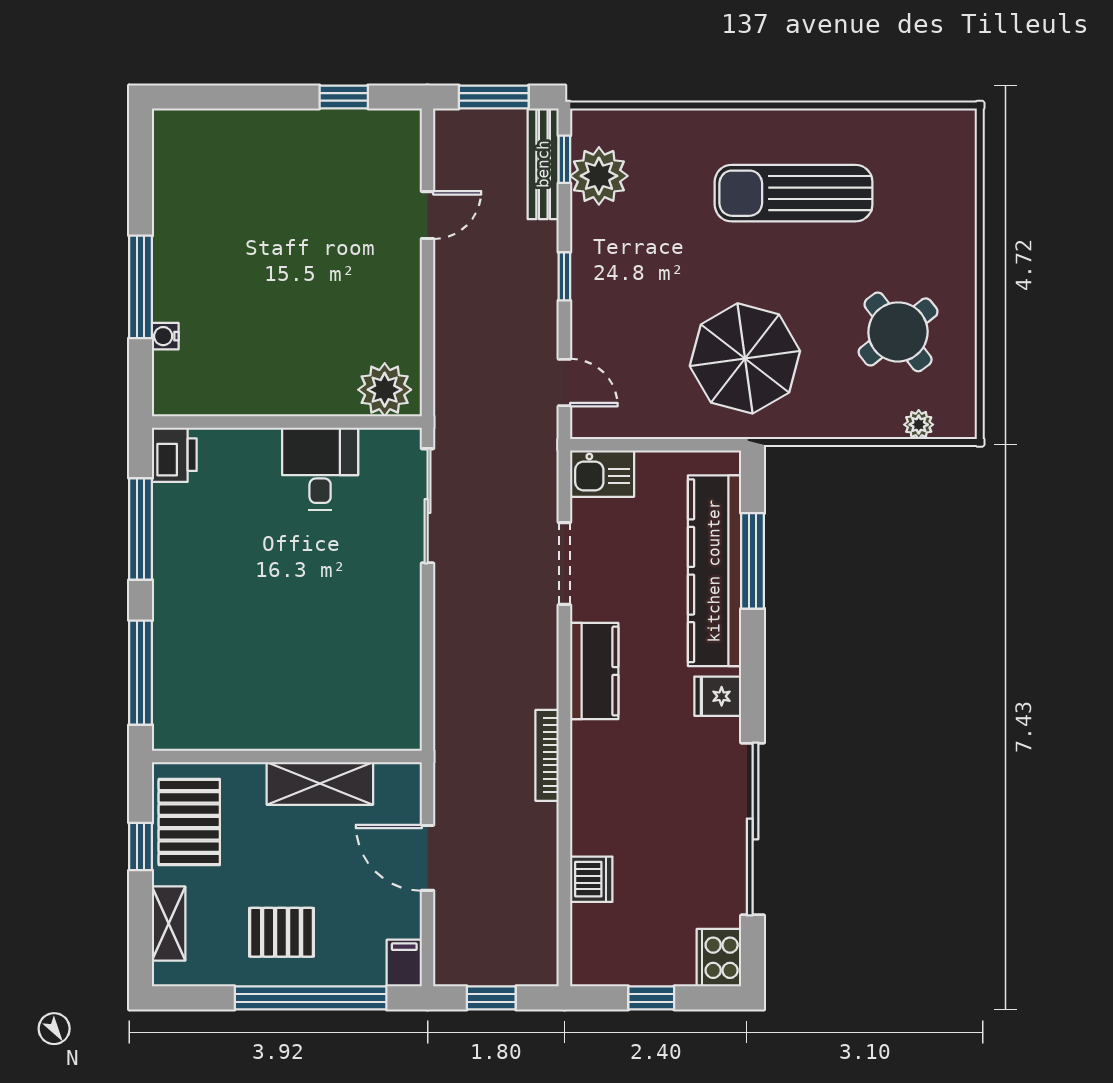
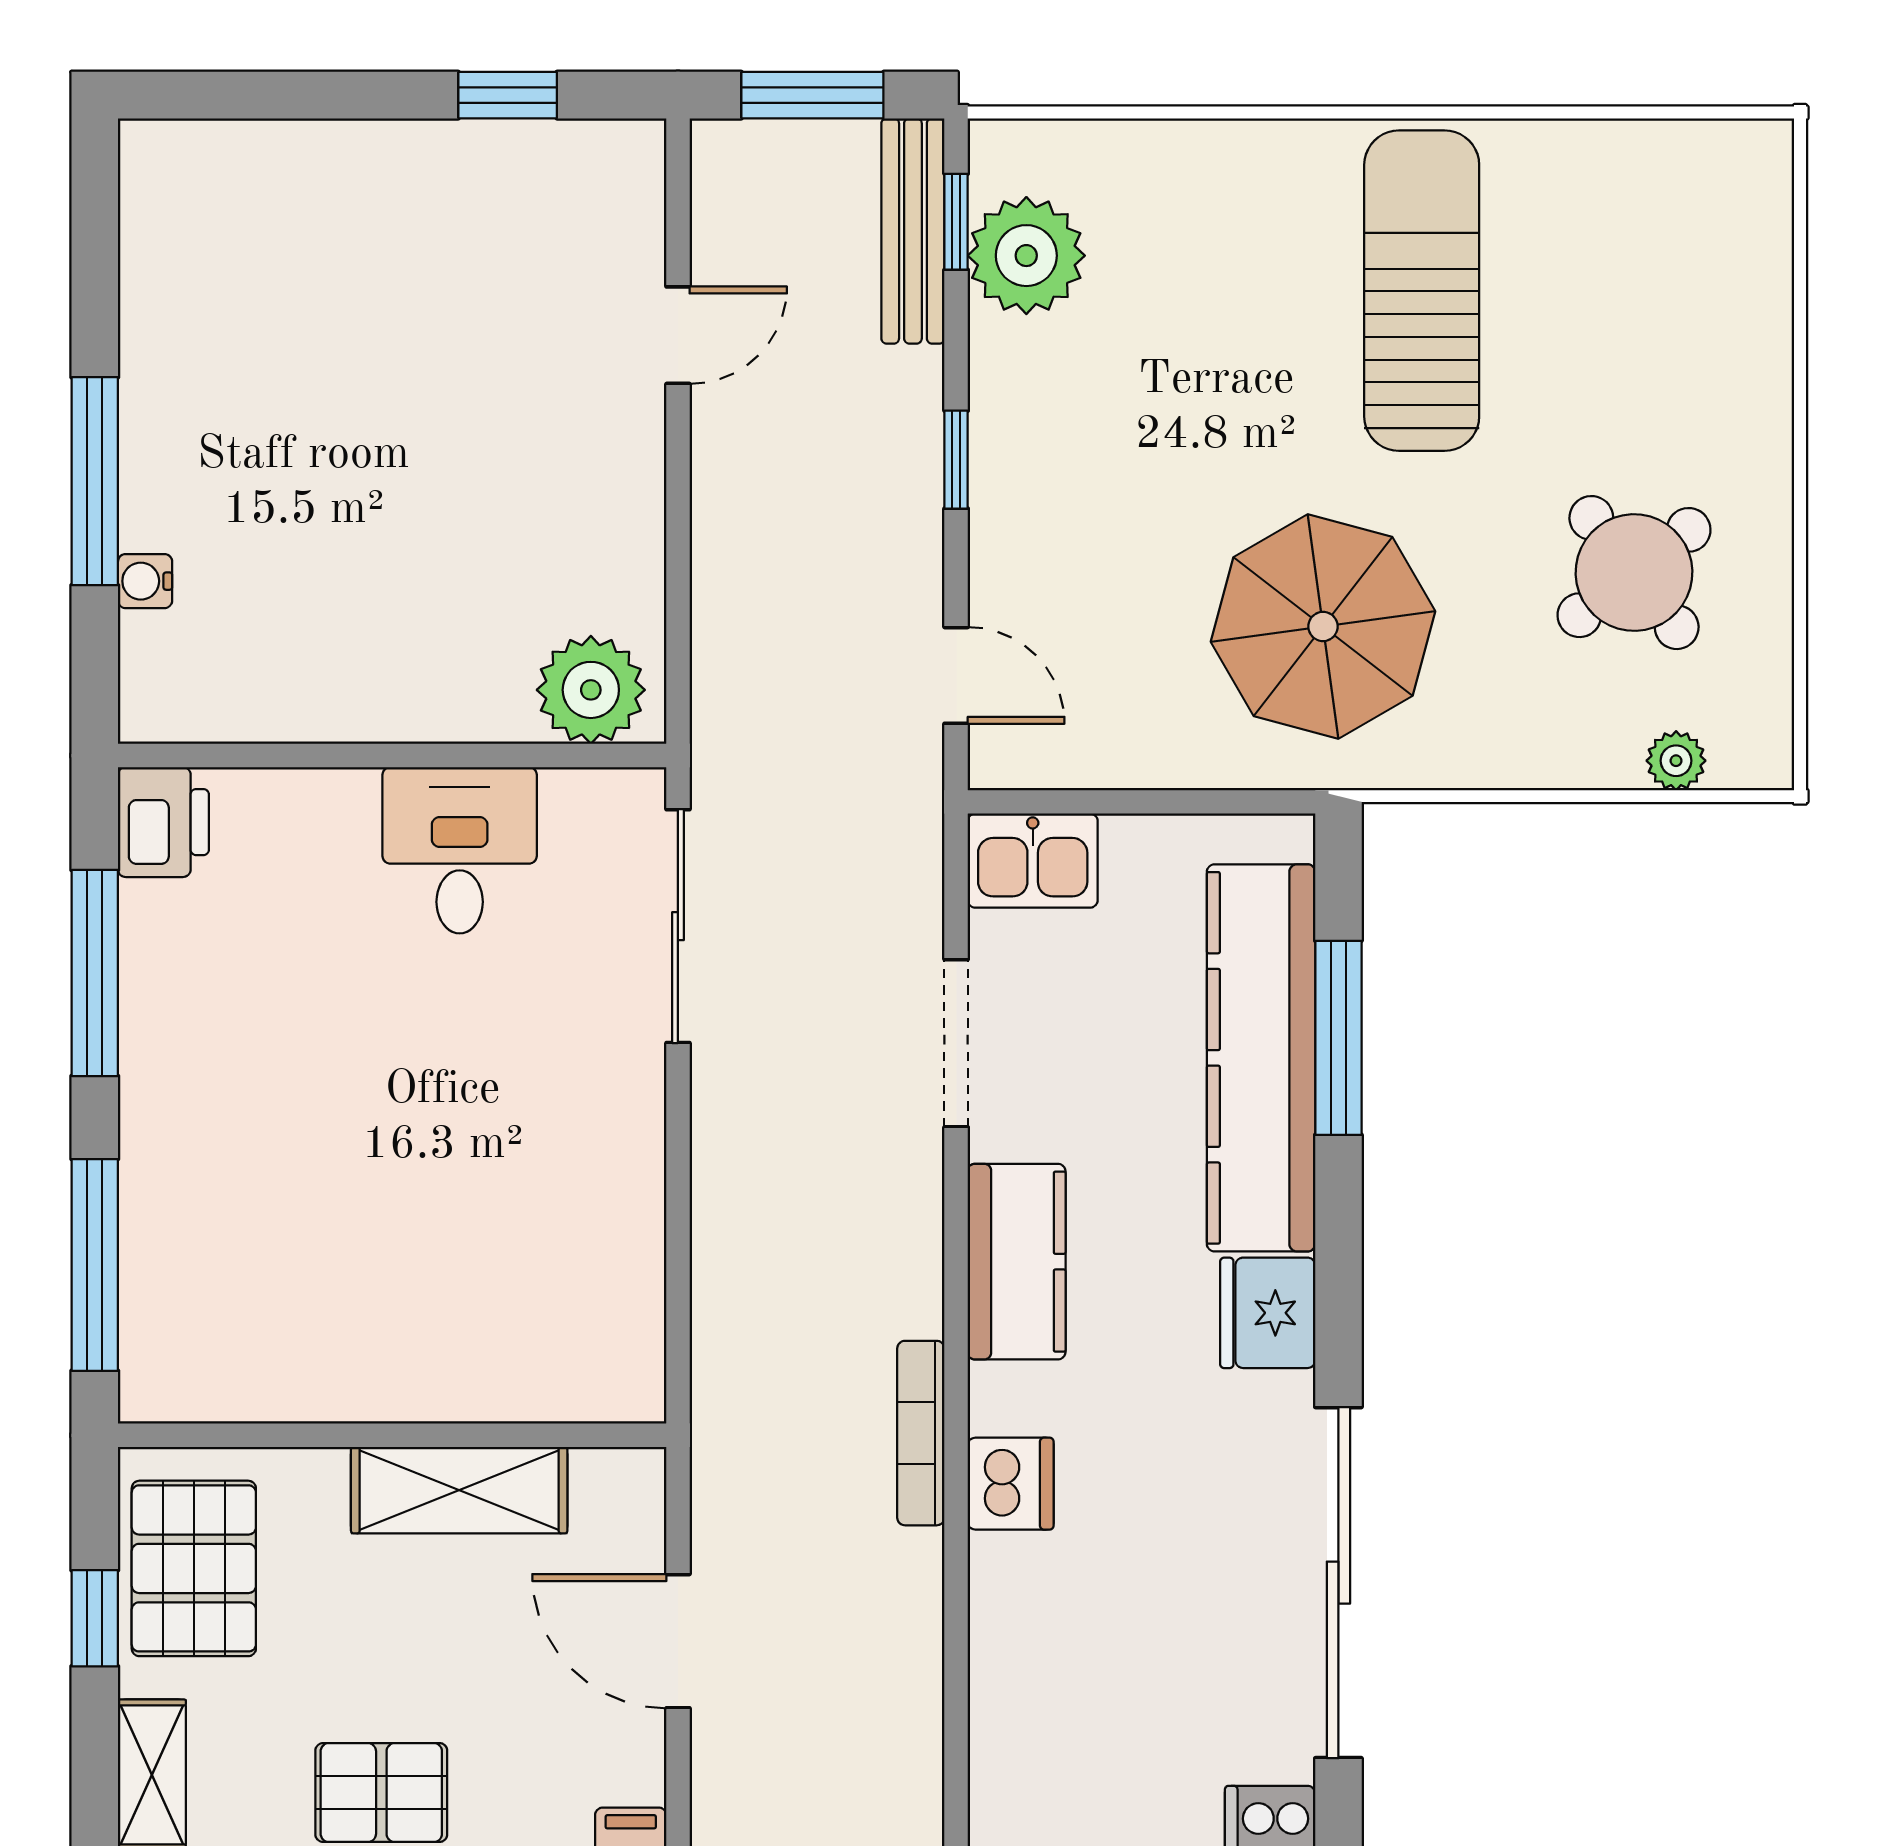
sun lounger: (794, 193) -> (1422, 291), turned 90
fridge: (718, 696) -> (1268, 1313), width x1.38
dishwasher: (591, 879) -> (1011, 1484), moved

